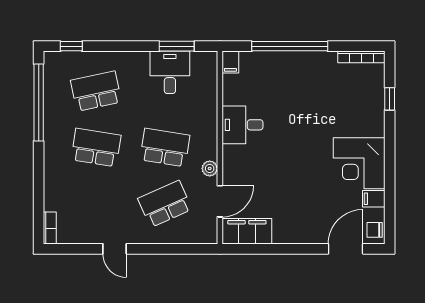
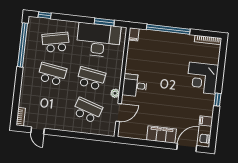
desk: (170, 72) -> (98, 40), width x1.87, depth x1.30
window: (390, 99) -> (217, 100), moved
desk: (242, 125) -> (135, 85), moved
corner desk: (359, 163) -> (202, 78), moved
school desk: (165, 204) -> (87, 110), turned 42
filing cabinet: (247, 231) -> (161, 135), moved
door: (115, 249) -> (38, 131), moved

